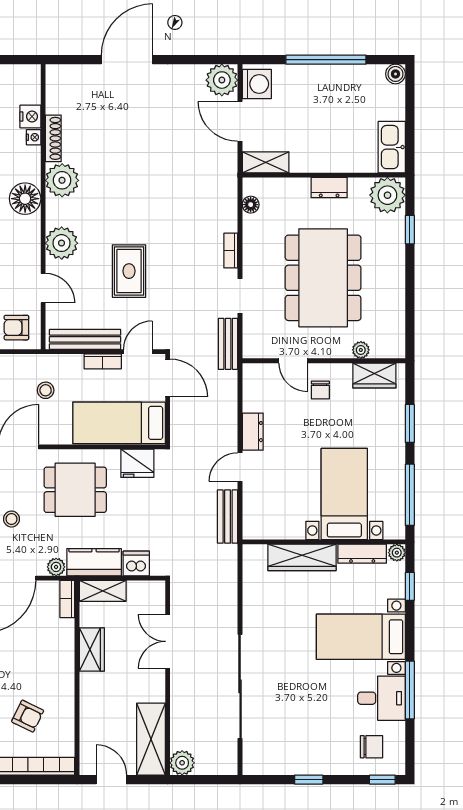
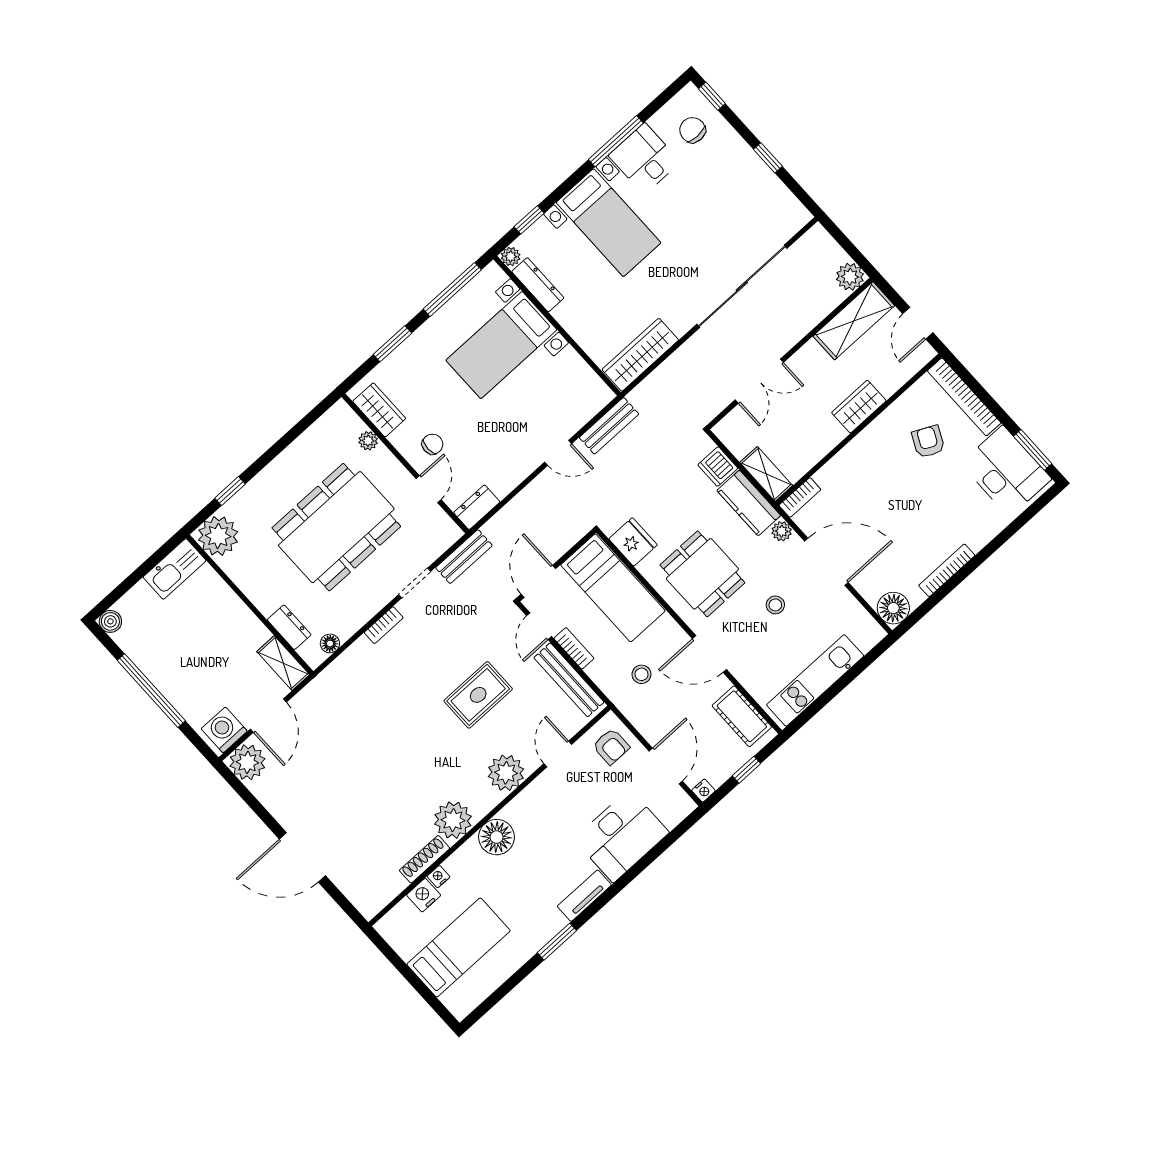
dresser: (329, 188) -> (289, 627), moved
door: (138, 352) -> (539, 626), hinge flipped
dresser: (253, 432) -> (477, 507), moved
wardrobe: (302, 557) -> (640, 355), moved, turned -90
wardrobe: (92, 650) -> (859, 407), moved

